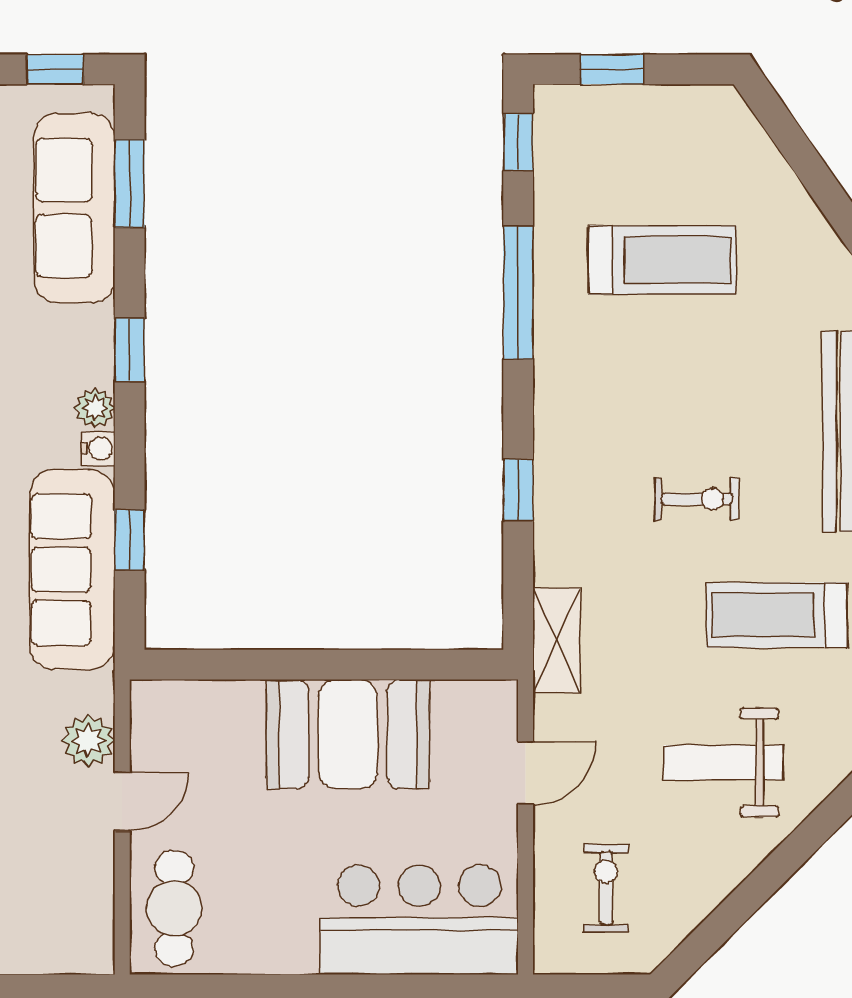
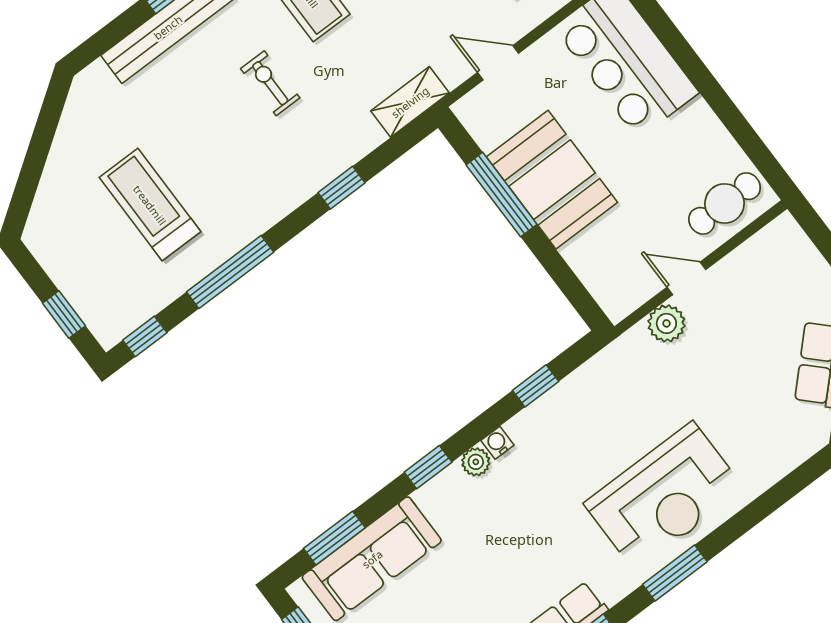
sofa: (72, 570) -> (577, 406), removed
window: (374, 665) -> (502, 195), added

